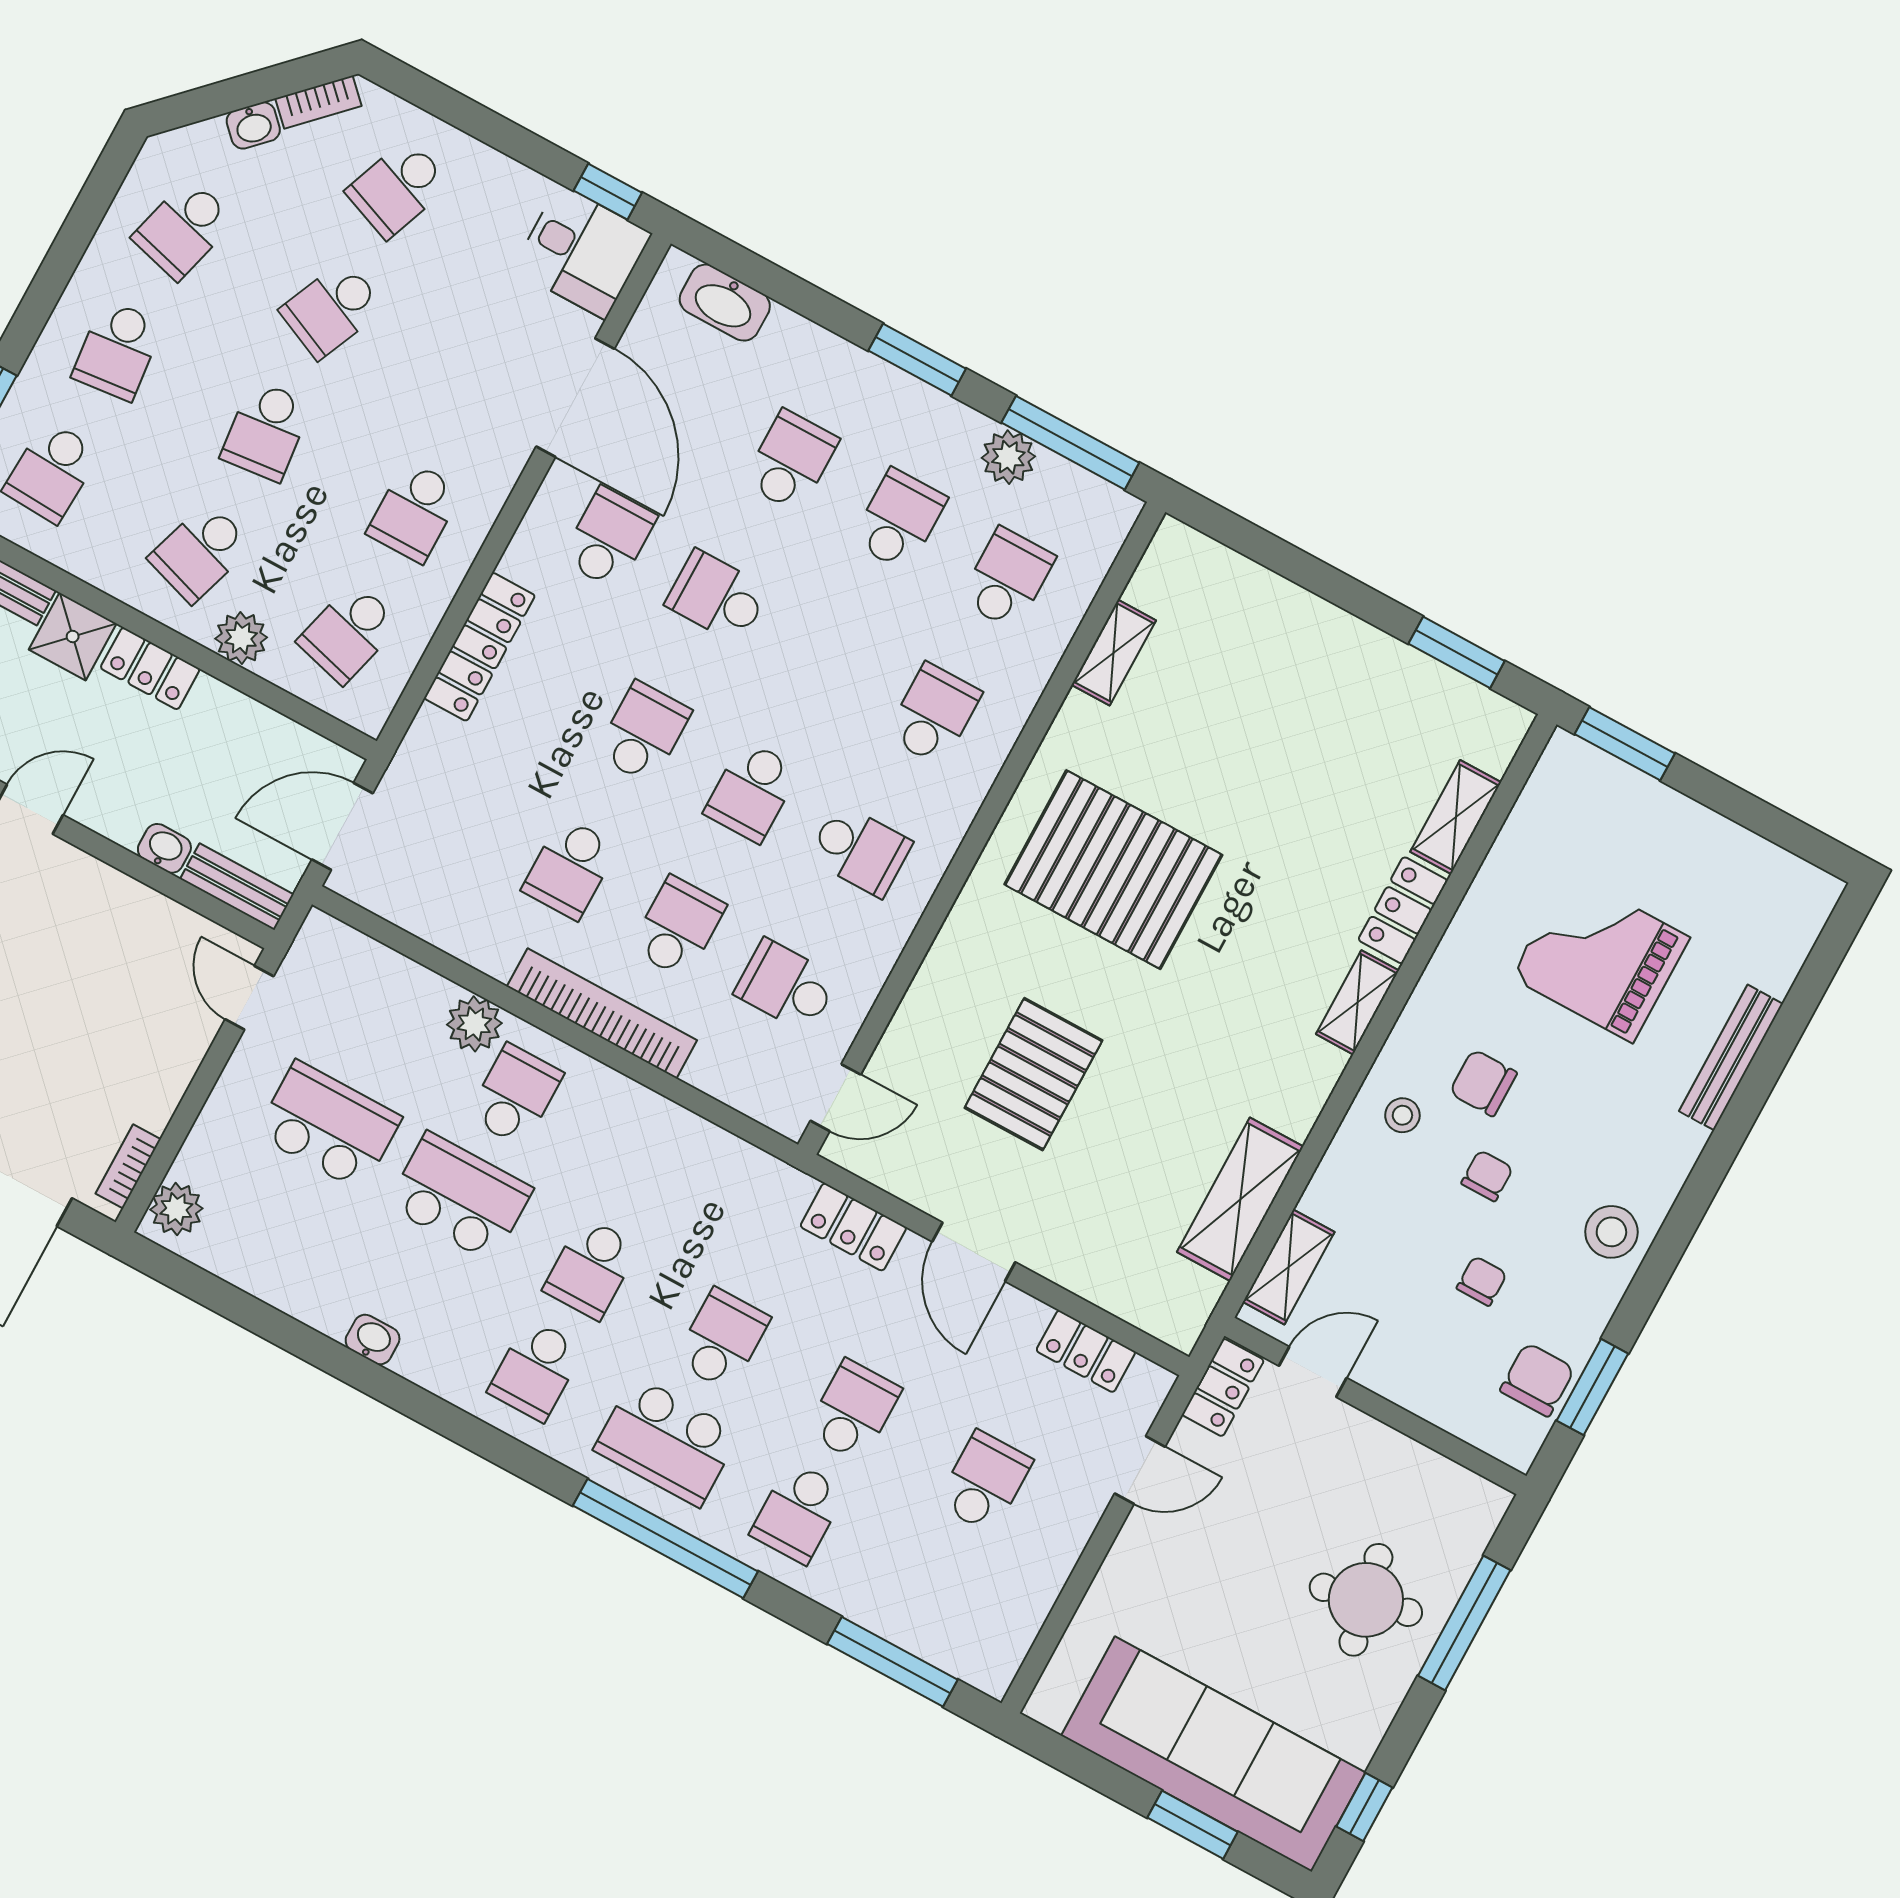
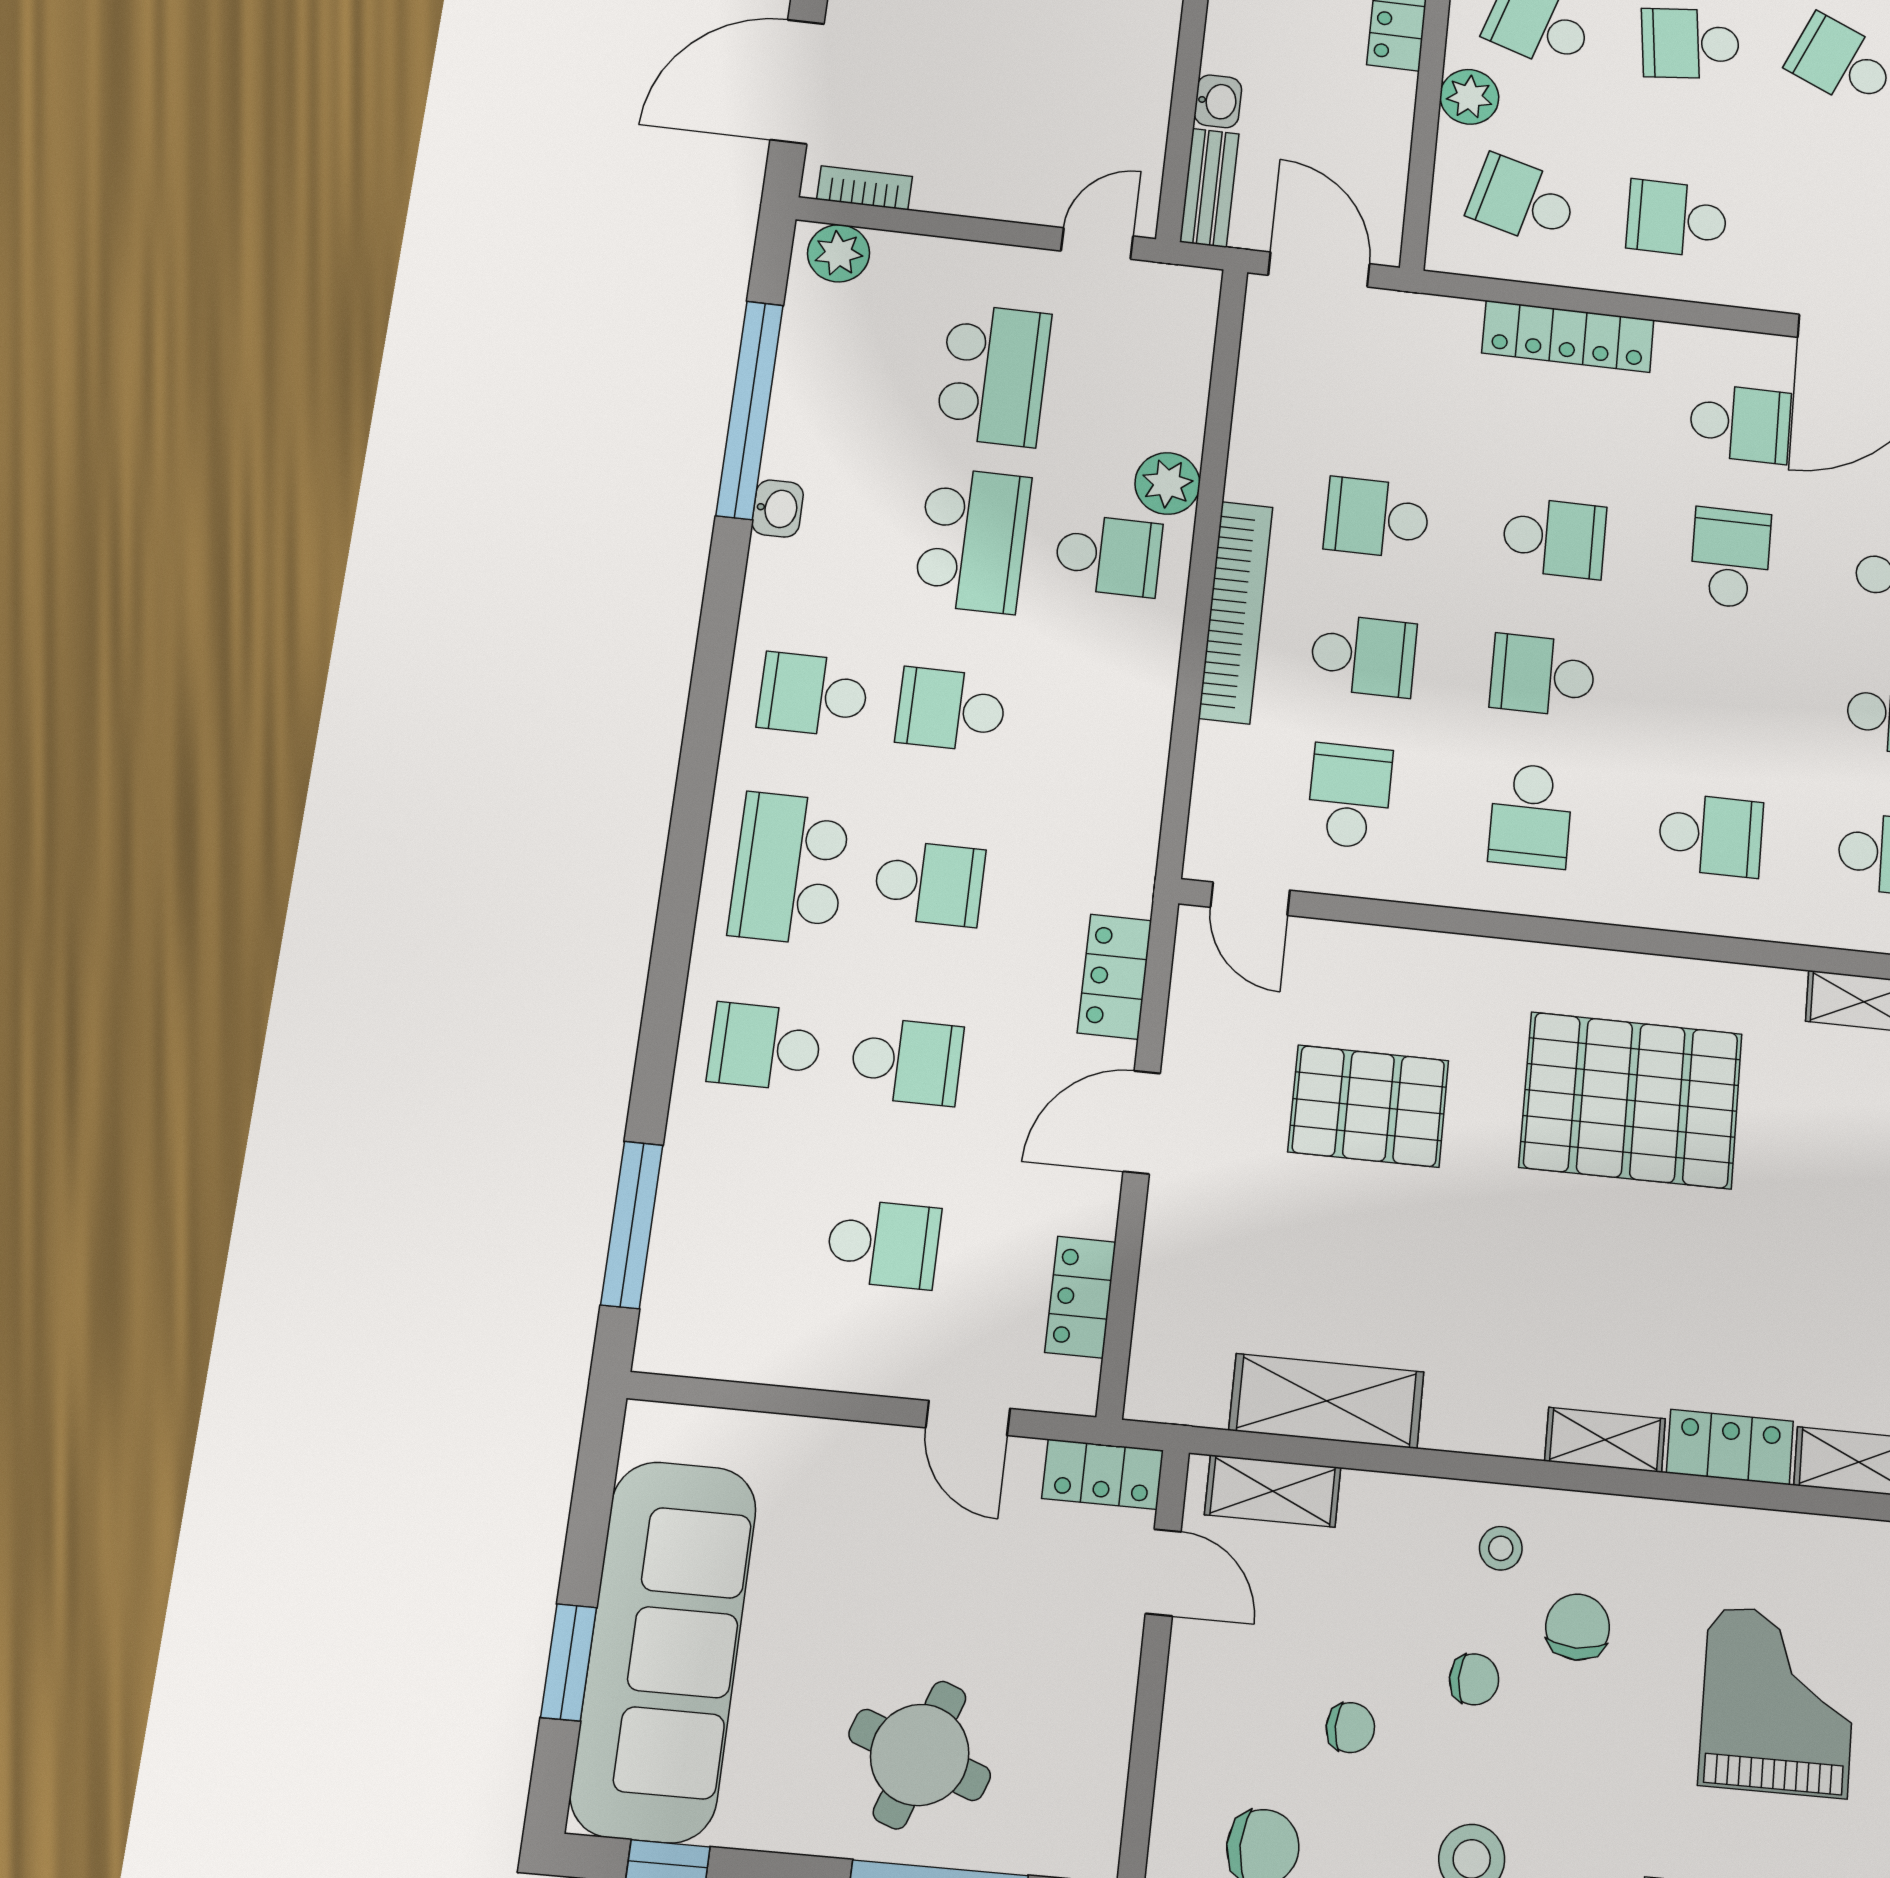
pallet: (1113, 870) -> (1631, 1100), turned 90
window: (665, 1539) -> (750, 410), moved
round table: (1366, 1600) -> (920, 1755), turned 32

